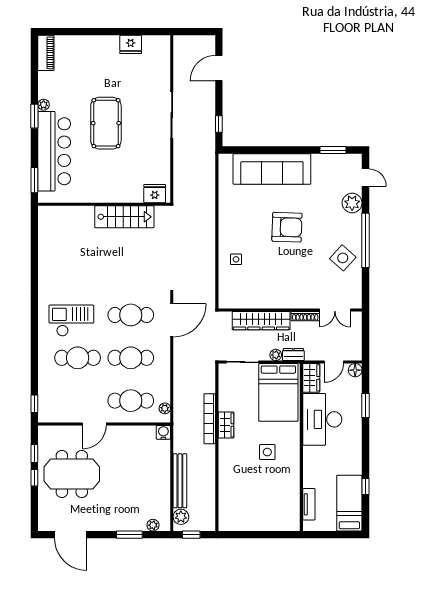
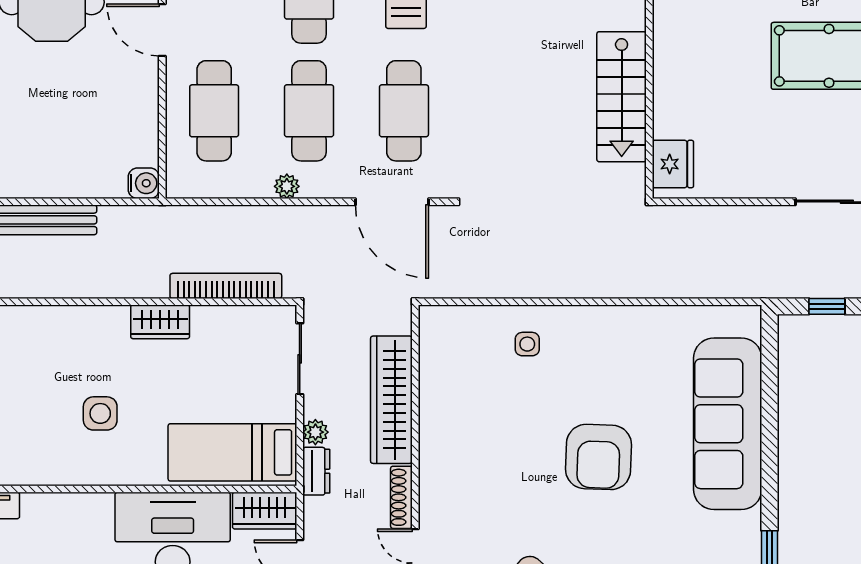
bed: (278, 392) -> (232, 452), width x0.67
plant: (165, 408) -> (287, 186), moved
bookcase: (210, 419) -> (226, 286), moved

